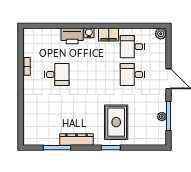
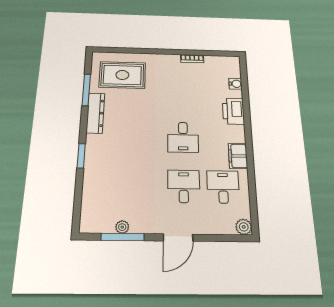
water cooler: (89, 33) -> (235, 84), moved
desk: (57, 75) -> (183, 137), moved
rug: (116, 122) -> (122, 75), moved

